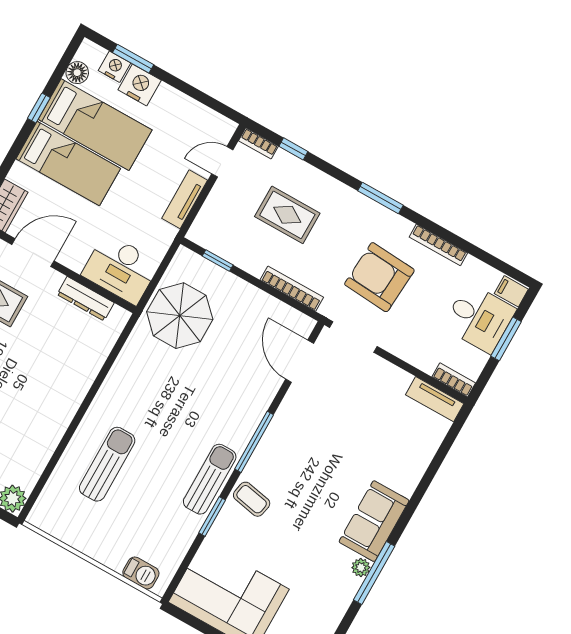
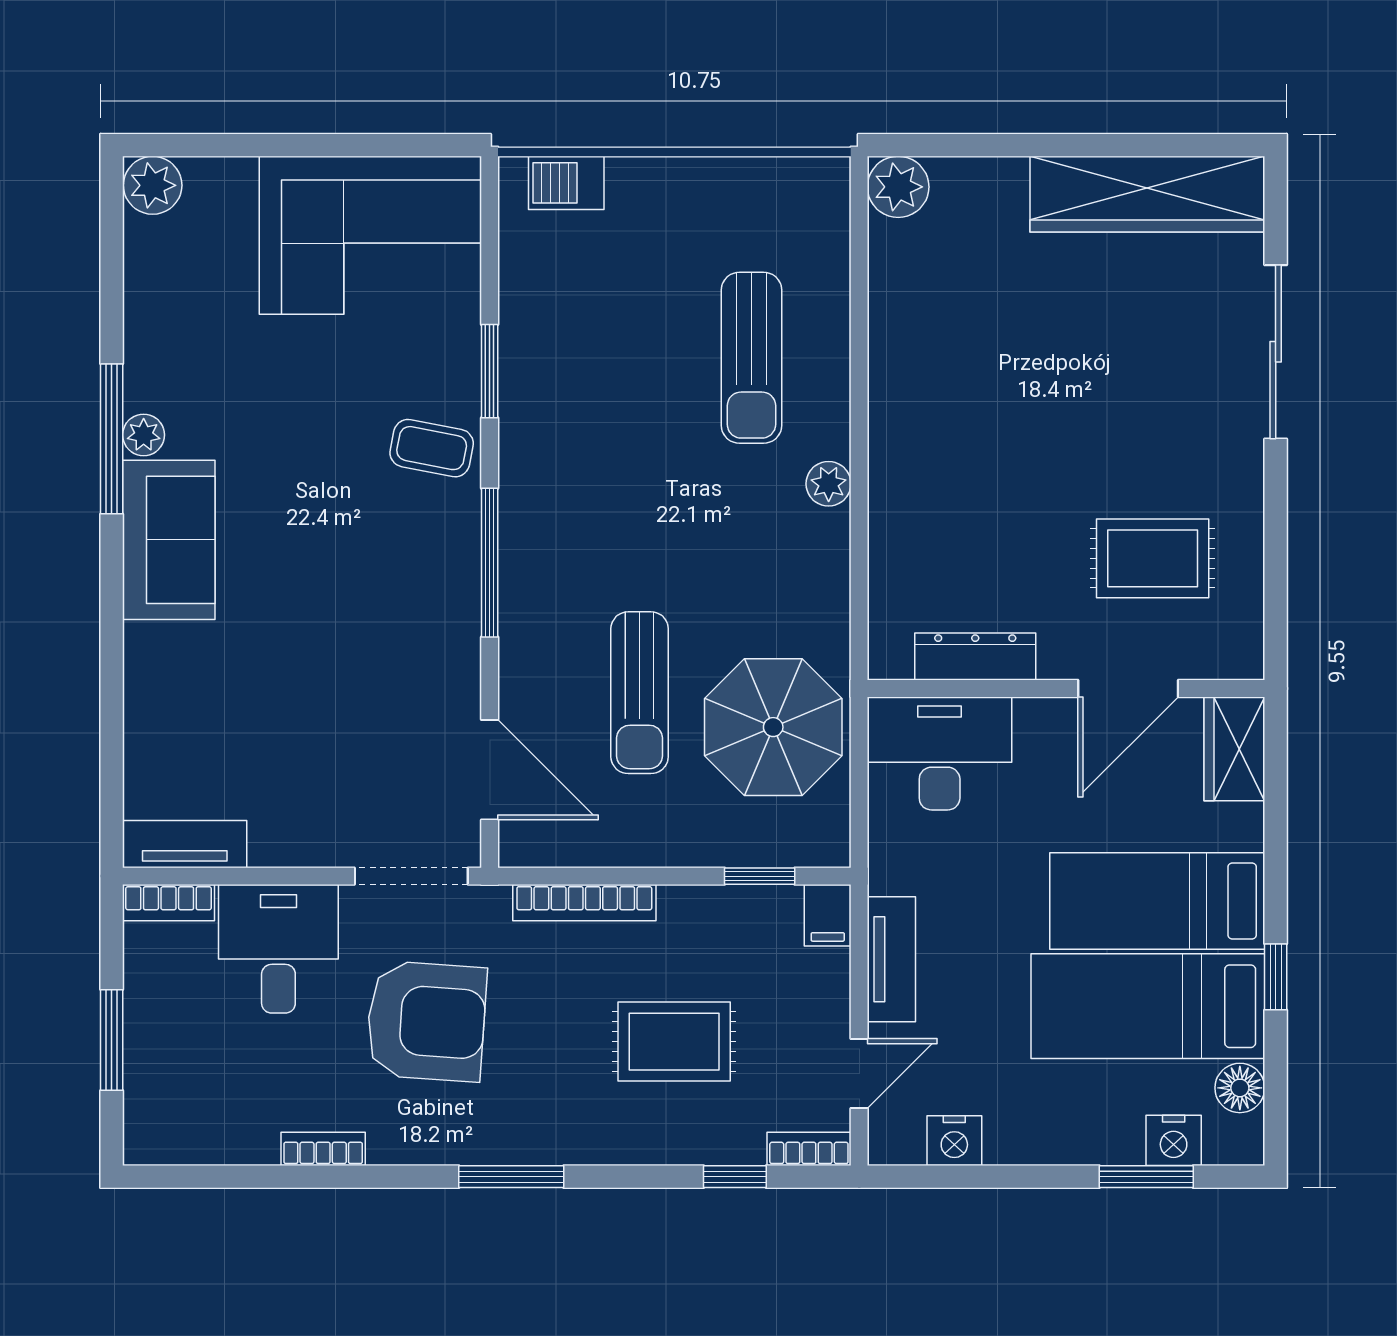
nightstand: (140, 85) -> (954, 1141), moved, width x0.74, depth x0.75
bookcase: (438, 245) -> (323, 1149), width x0.64
filing cabinet: (511, 291) -> (828, 915), moved, turned 90
desk: (479, 318) -> (278, 949), moved, turned 90
plant: (105, 398) -> (829, 484), added
sun lounger: (210, 479) -> (640, 693), moved

